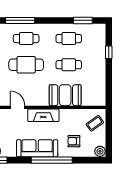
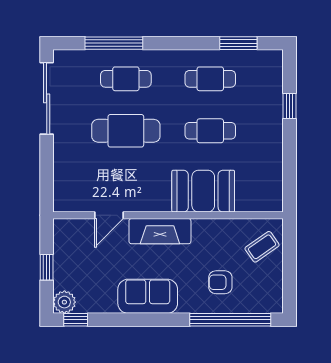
door: (18, 107) -> (109, 215), swing flipped
sofa: (37, 148) -> (148, 296), width x0.73
plant: (100, 151) -> (272, 302), removed
window: (52, 160) -> (230, 320), moved

